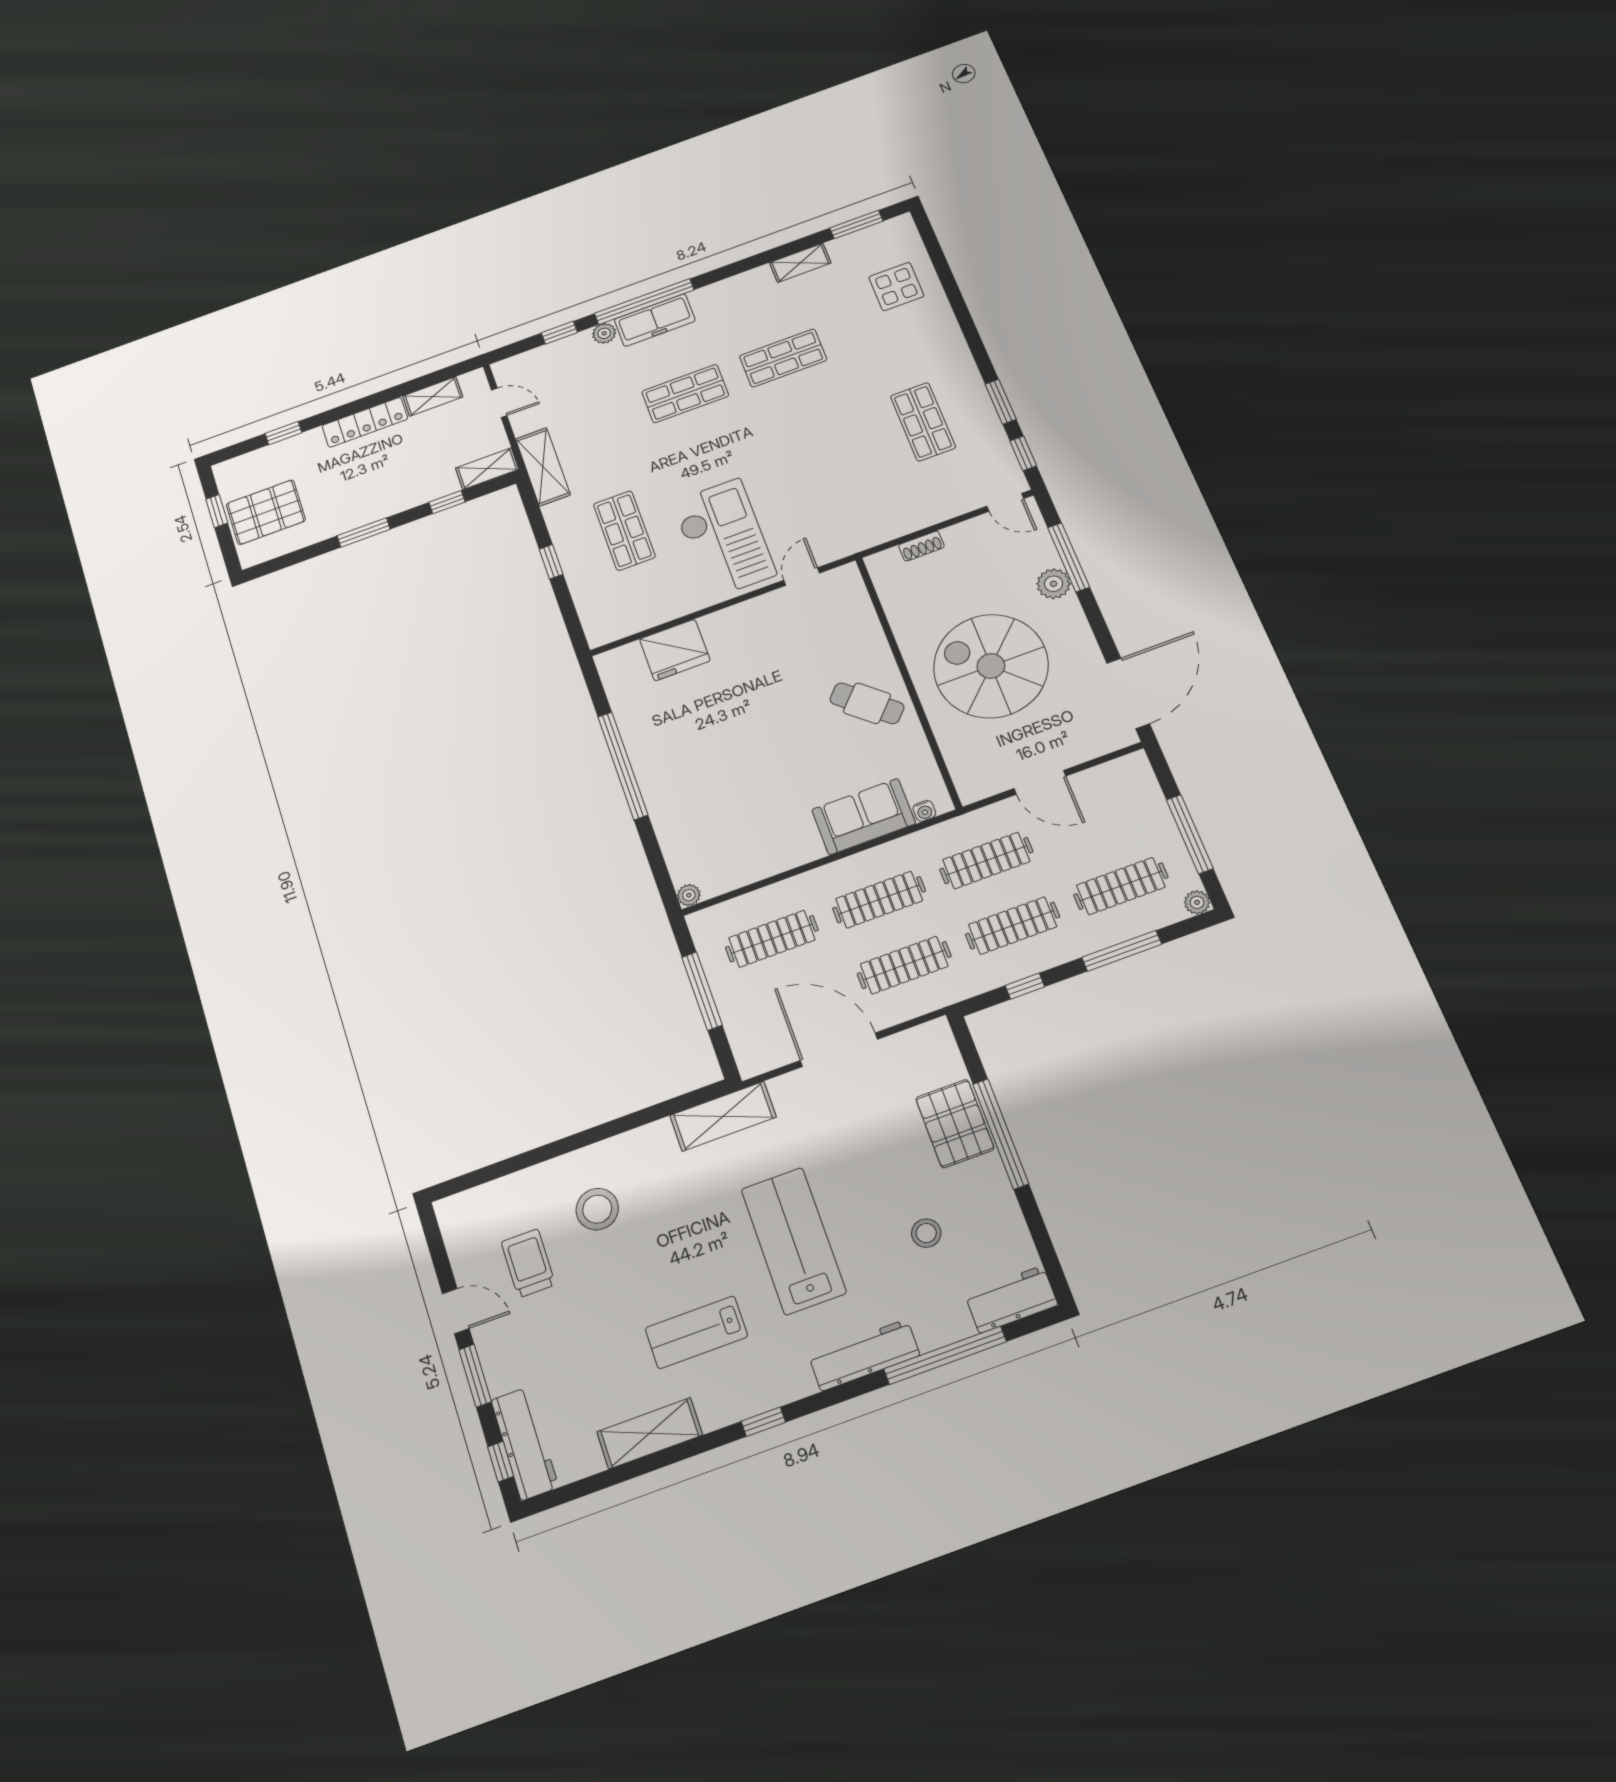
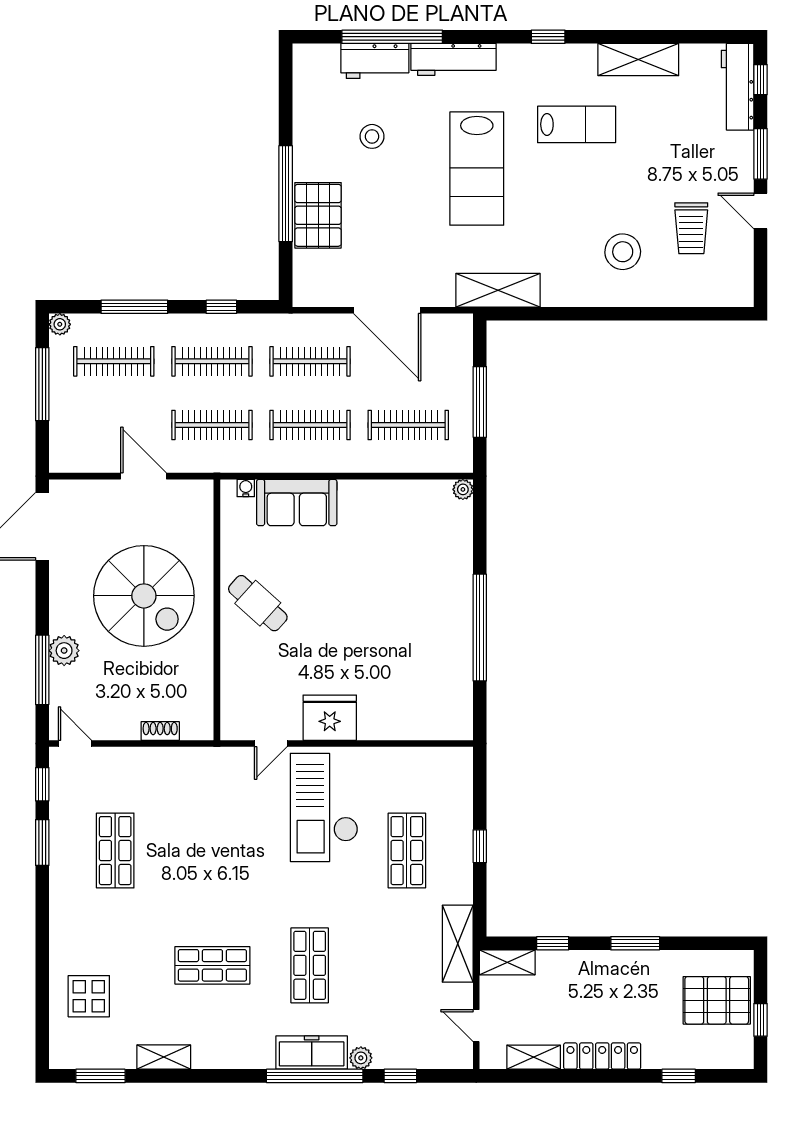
shop shelf: (685, 394) -> (310, 965), turned 90
fridge: (675, 650) -> (330, 718), moved
workbench: (1011, 1299) -> (375, 61), moved

